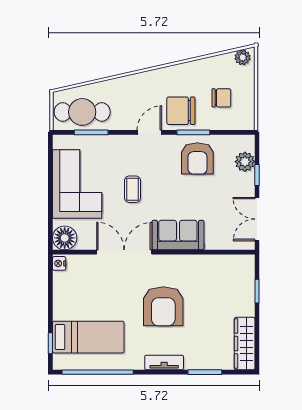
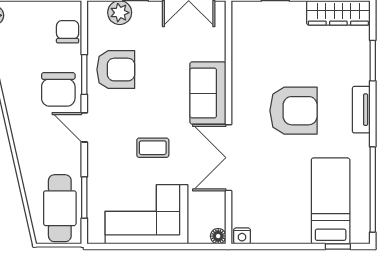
chair: (221, 98) -> (68, 32), moved
floor lamp: (65, 238) -> (218, 236), width x0.53, depth x0.53

